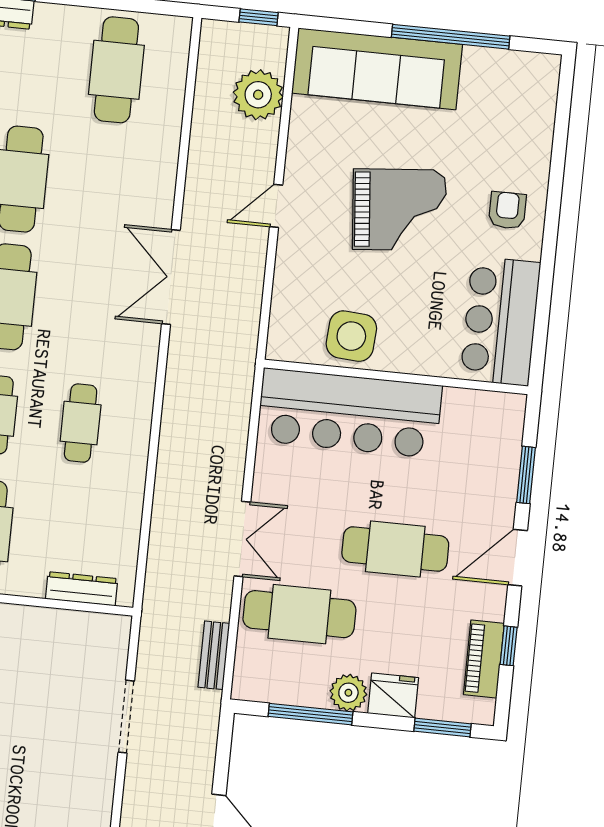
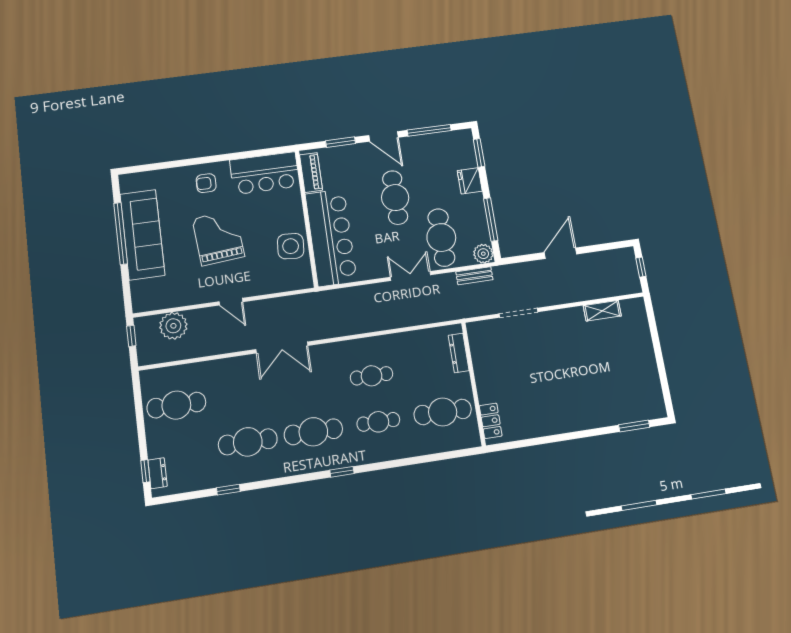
sofa: (377, 69) -> (142, 235), moved
window: (509, 646) -> (429, 130), width x2.17
piano: (484, 659) -> (311, 172), moved, turned -90
plant: (348, 693) -> (483, 254), moved

